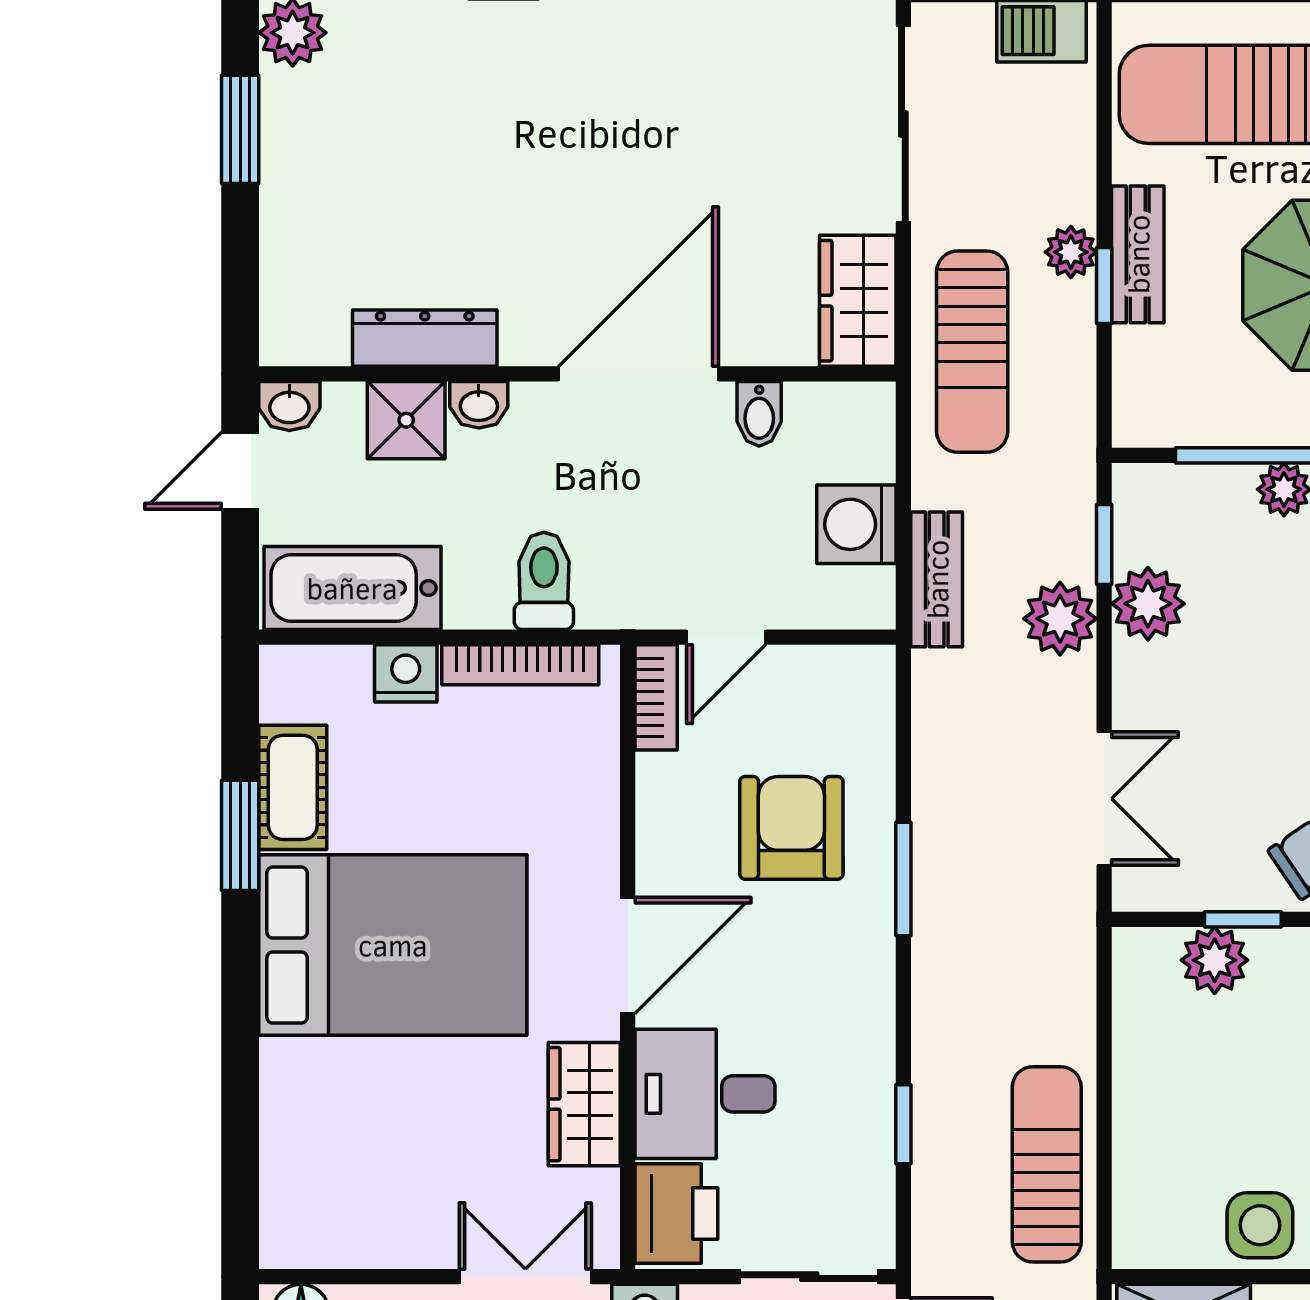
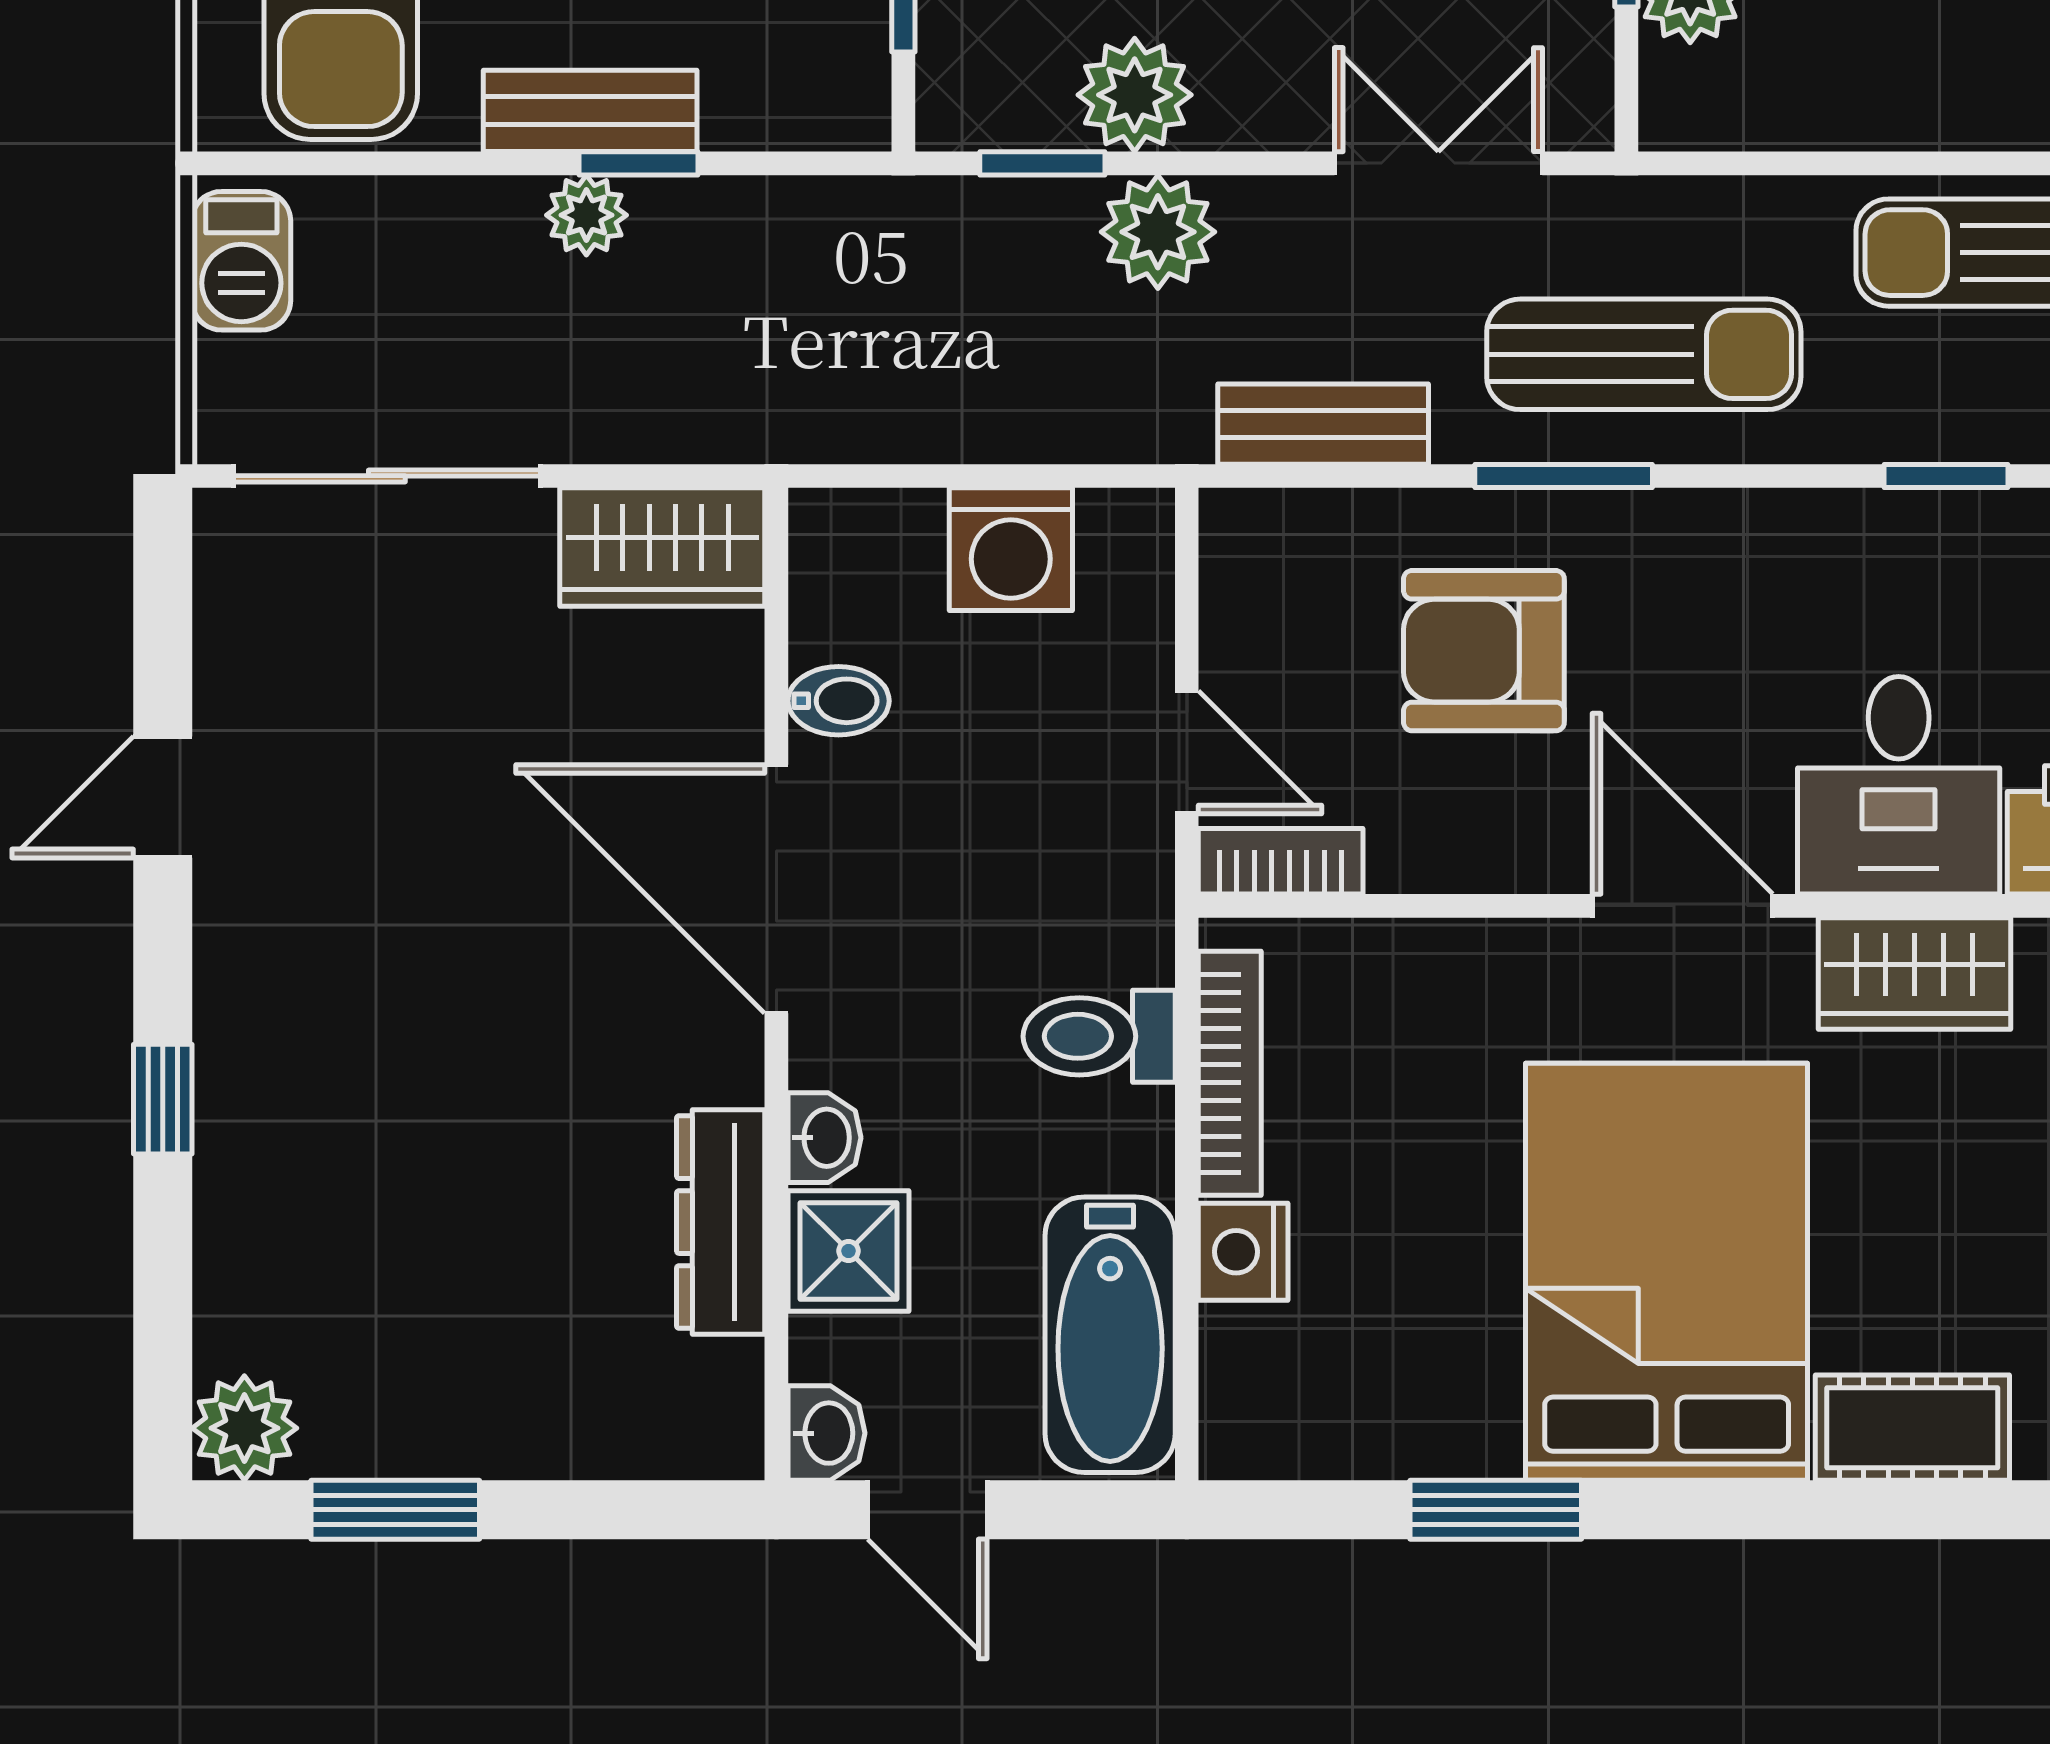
sun lounger: (972, 352) -> (1644, 354), moved
bench: (937, 579) -> (1323, 424), moved
cot: (293, 787) -> (1912, 1428), moved

